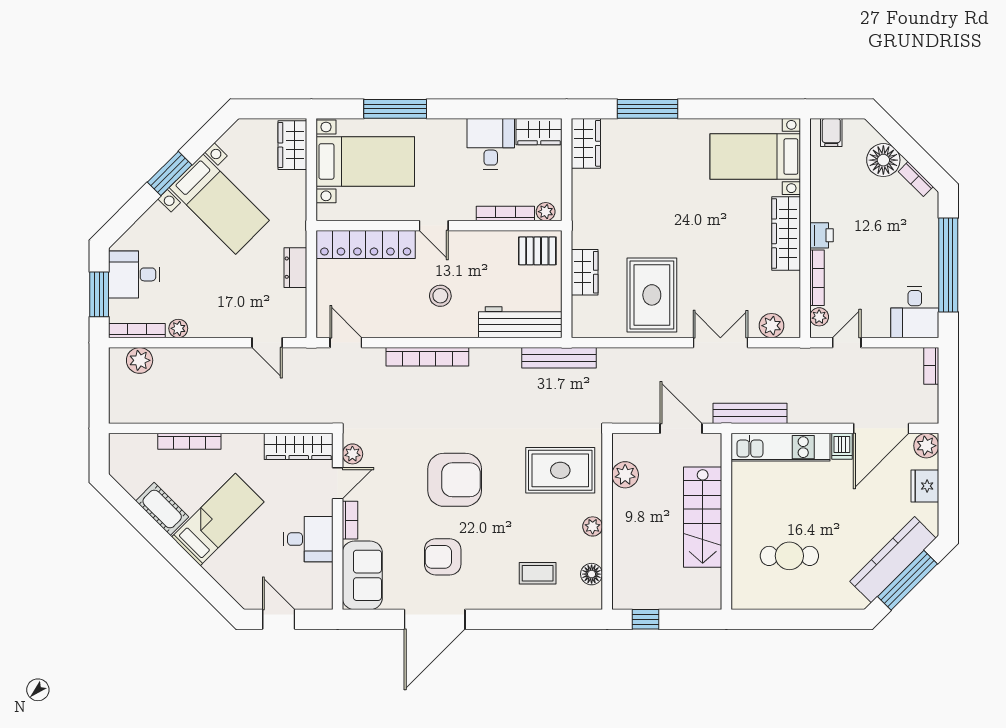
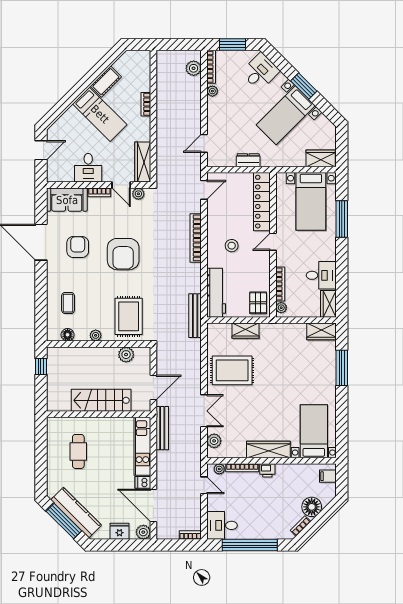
desk: (134, 274) -> (260, 72), moved, turned 45
bookcase: (189, 441) -> (146, 104), width x0.64

